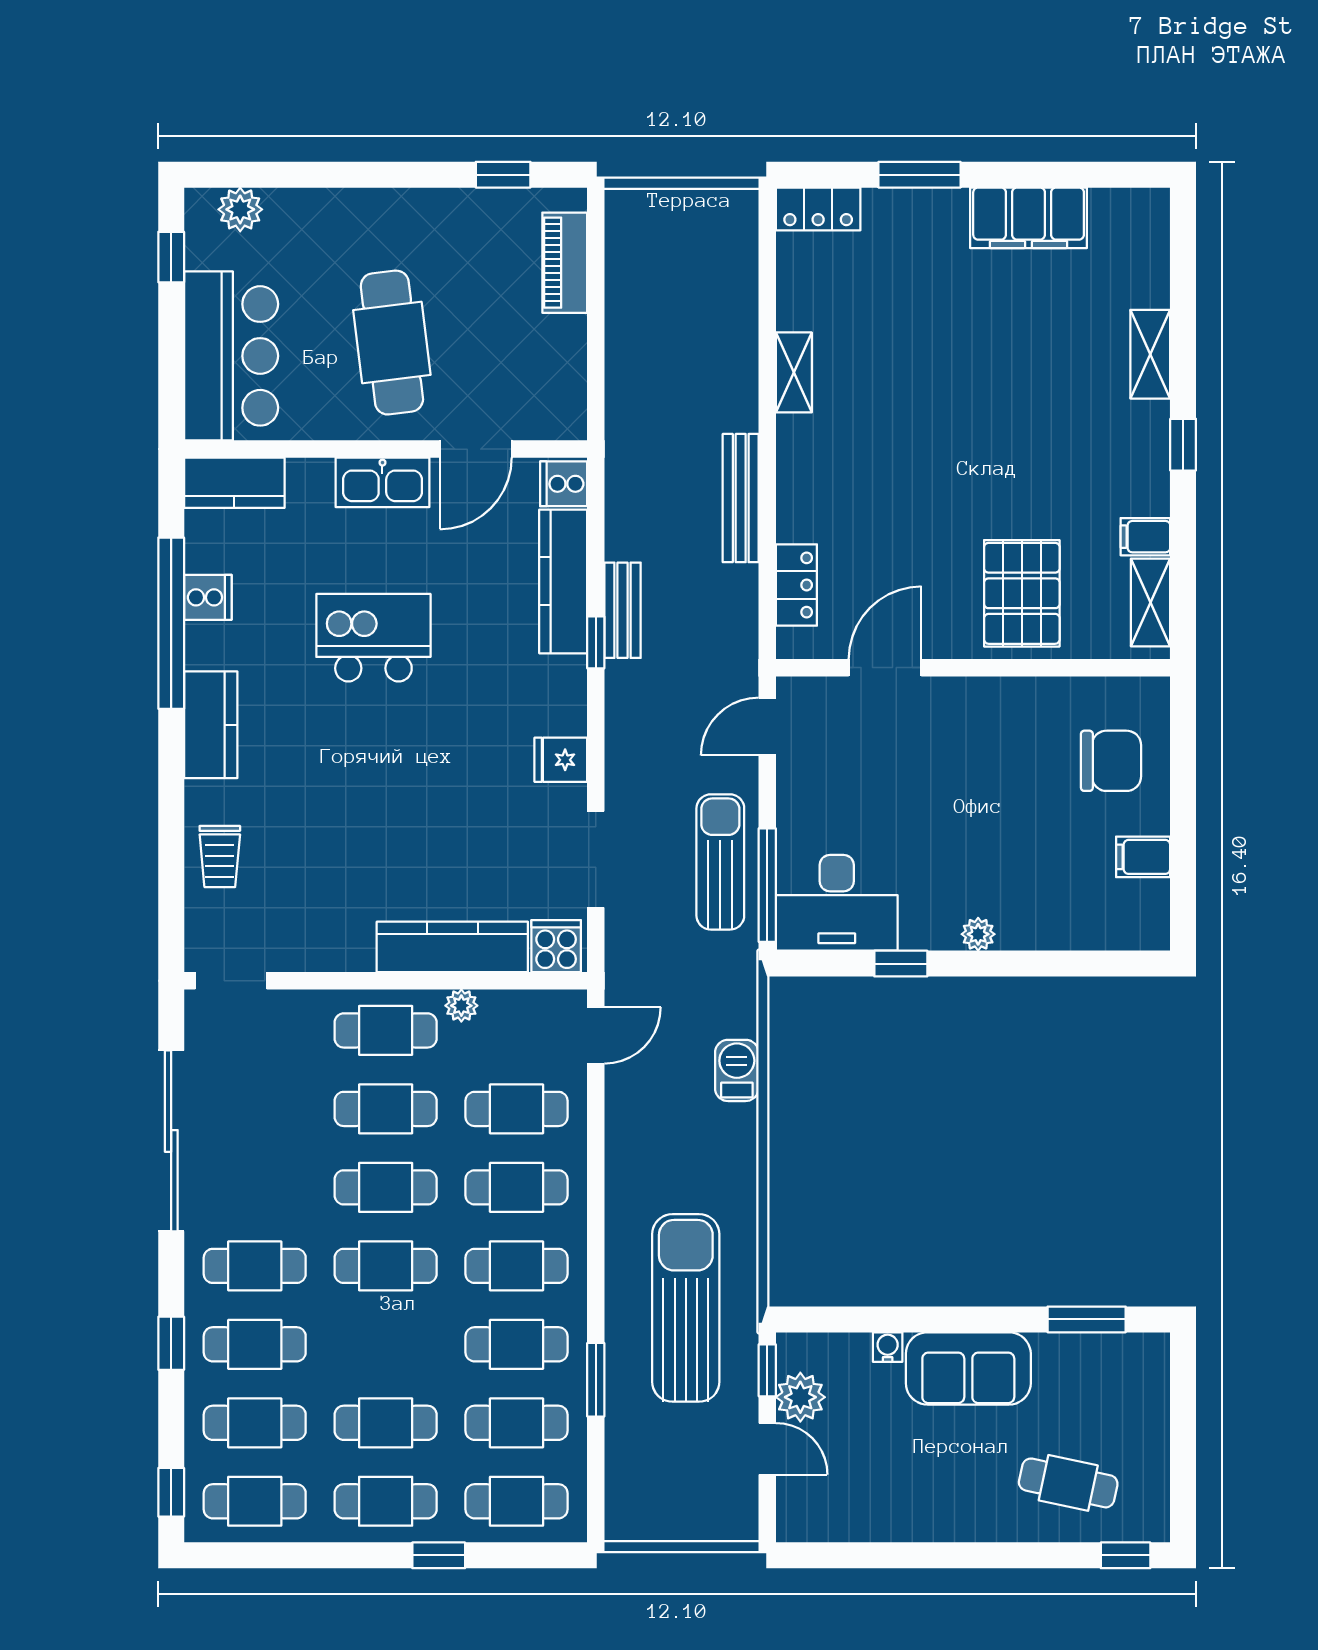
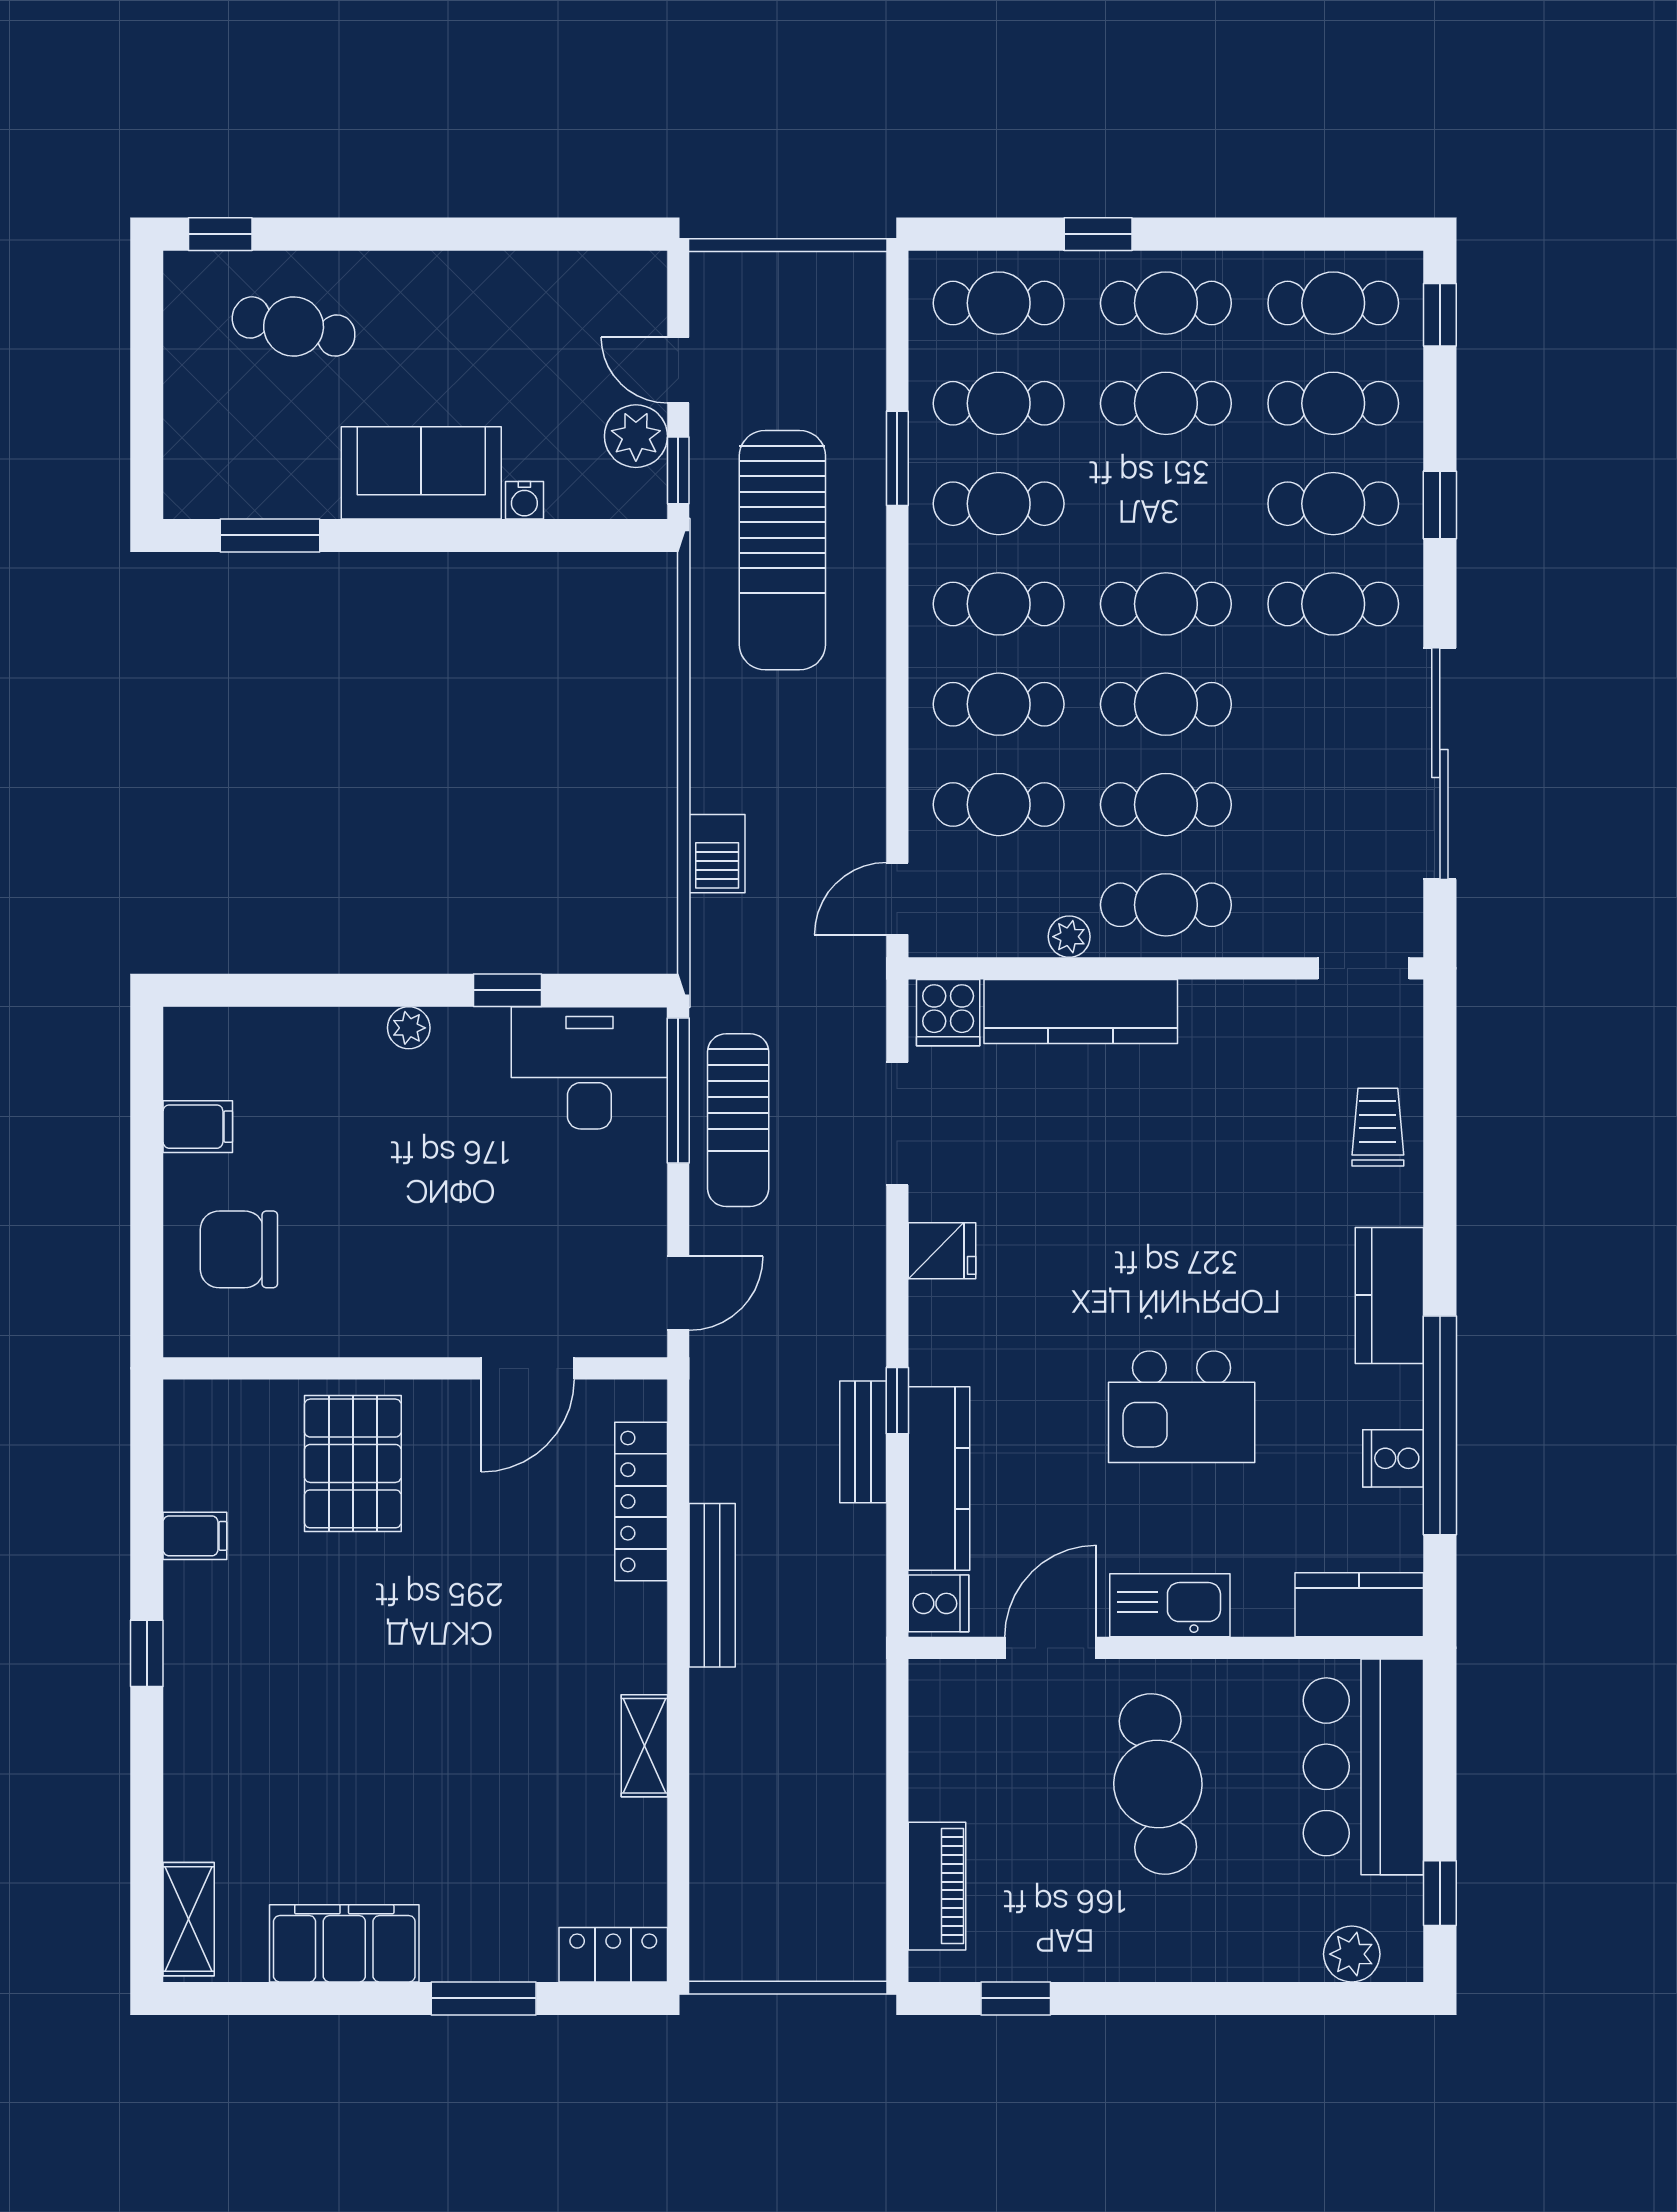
shelving: (1150, 354) -> (189, 1919), moved
locker: (796, 585) -> (641, 1501), width x1.53
shelving: (1151, 602) -> (188, 1452), removed

